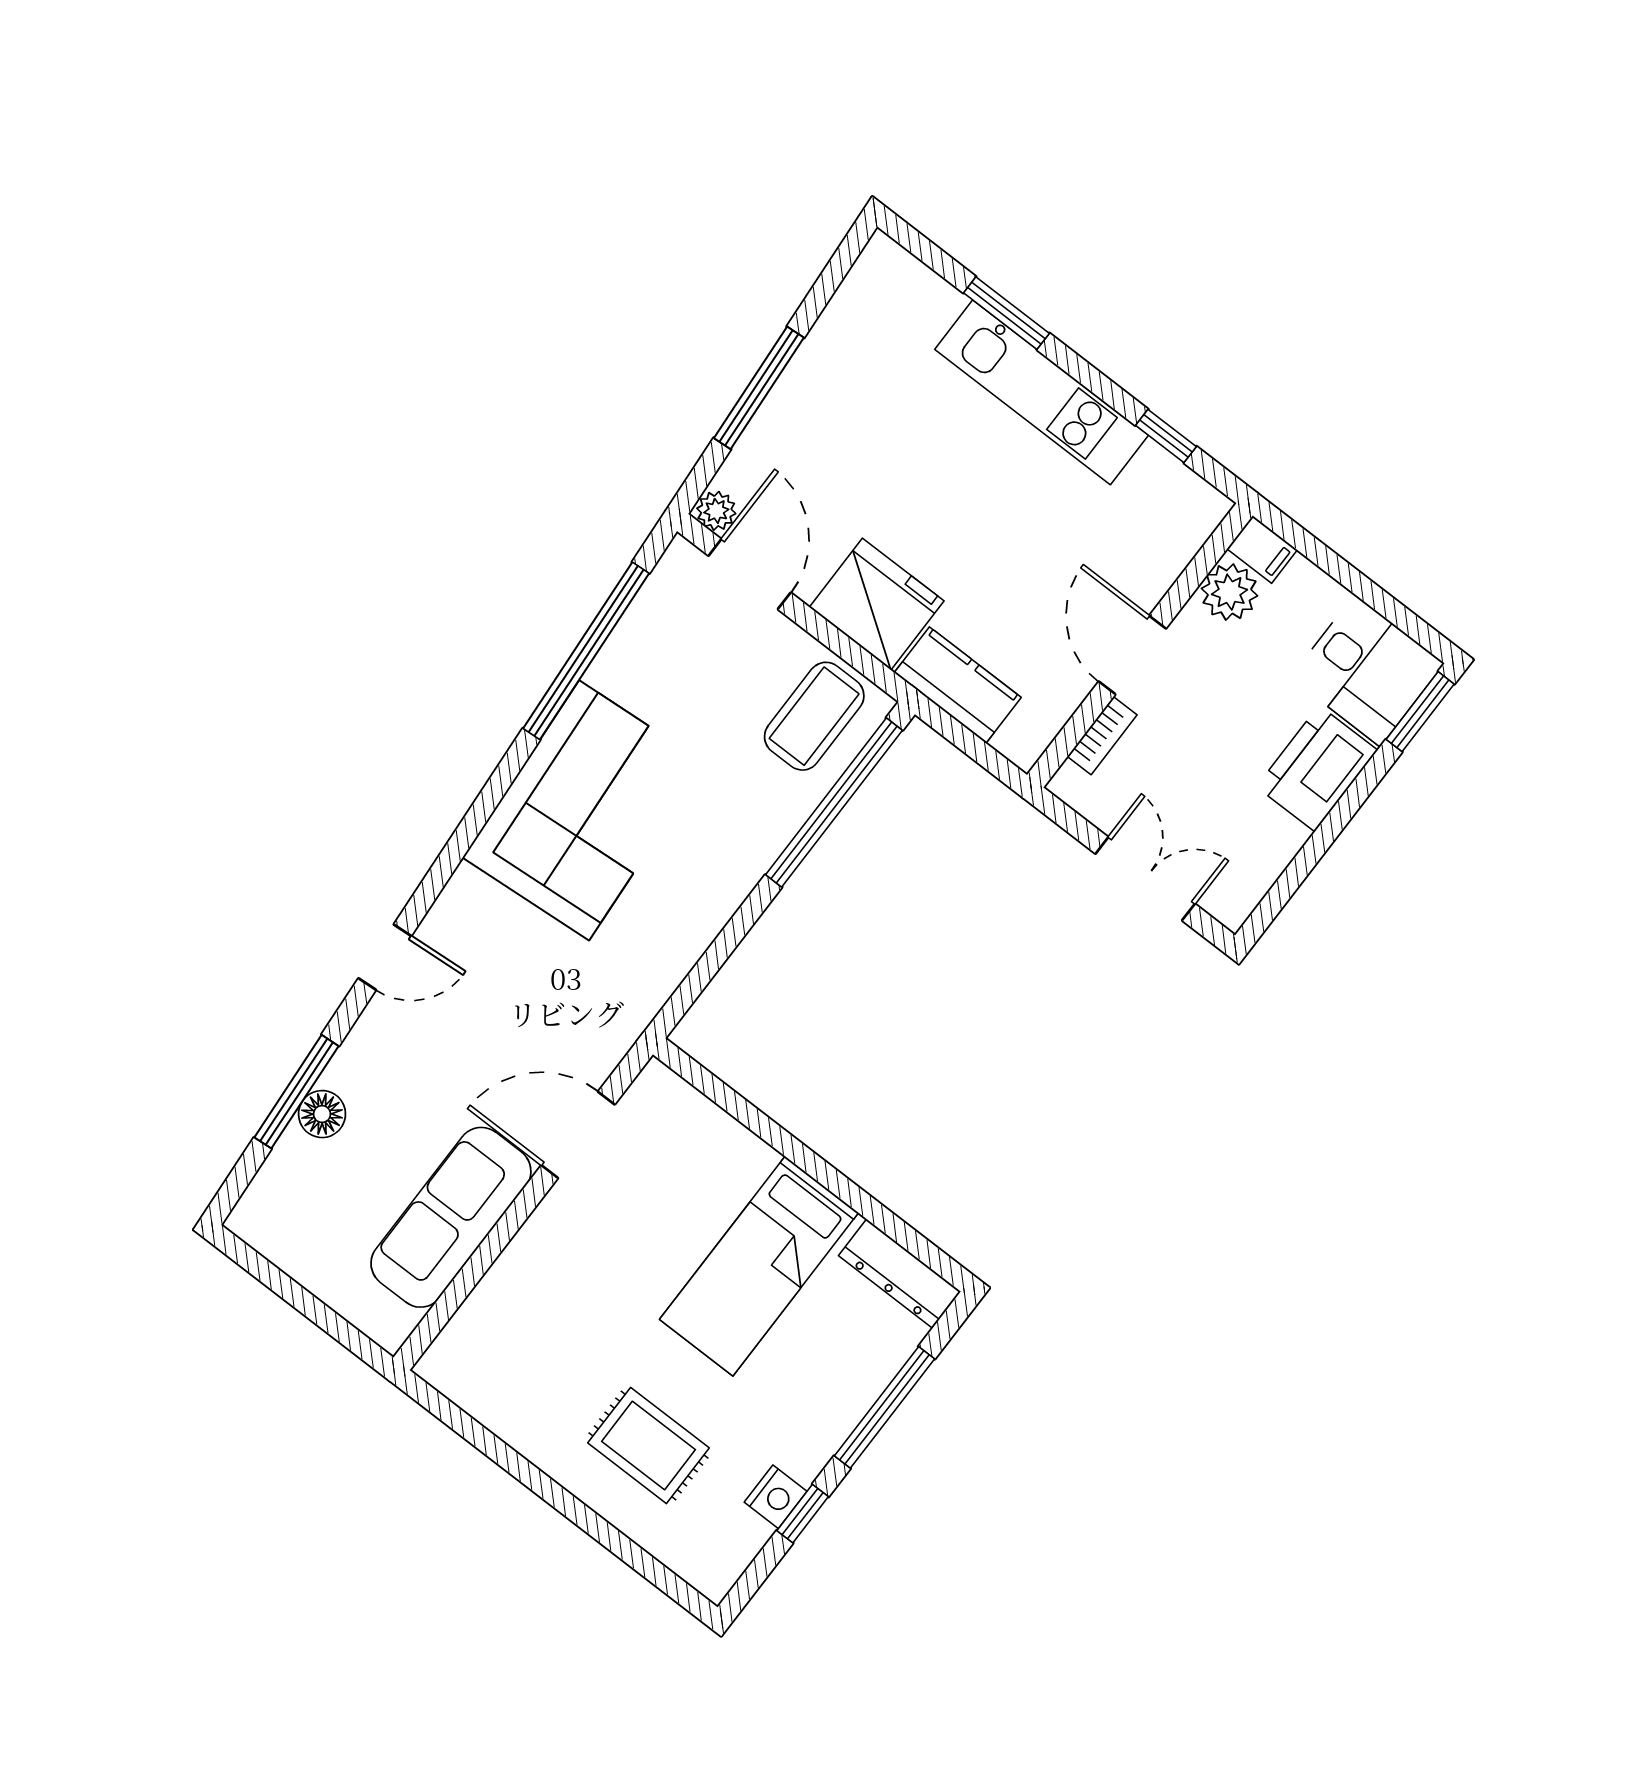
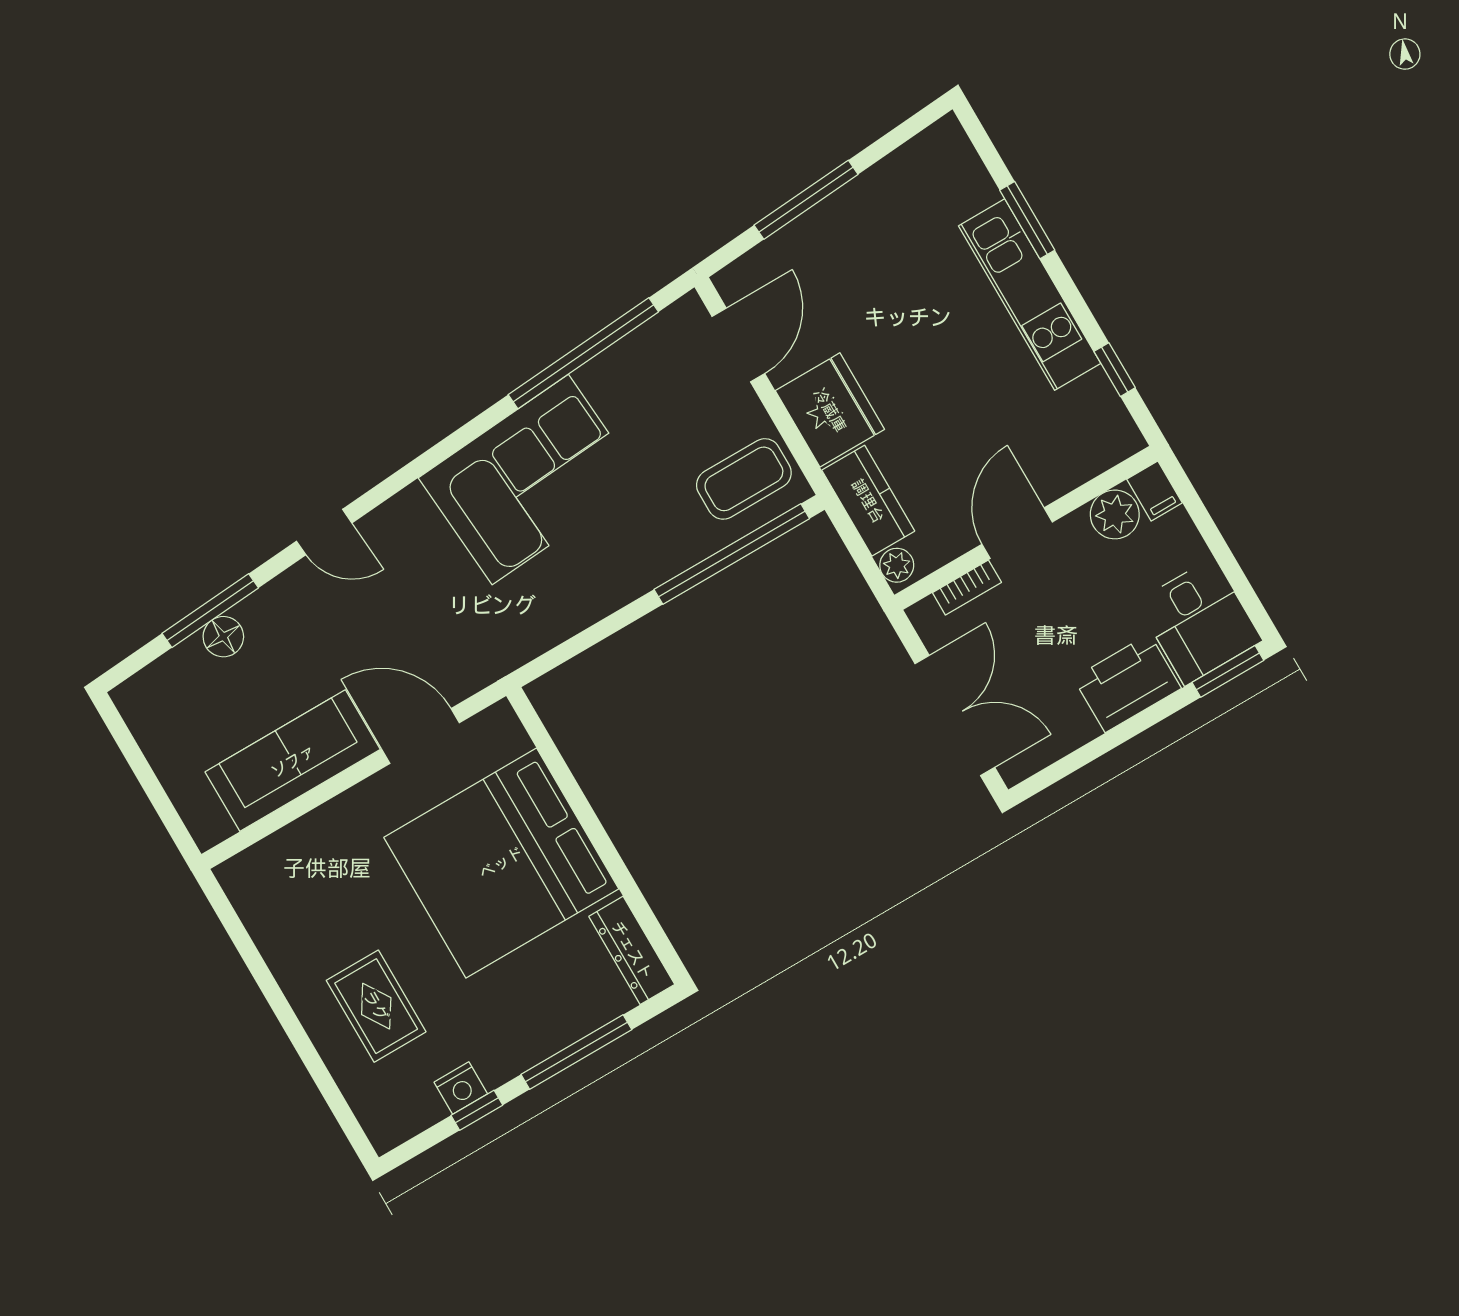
plant: (716, 511) -> (897, 565), moved
double door: (1145, 879) -> (955, 715), width x1.37
bed: (759, 1266) -> (501, 863), width x2.04

